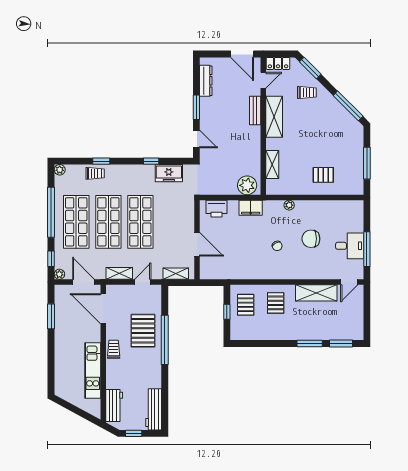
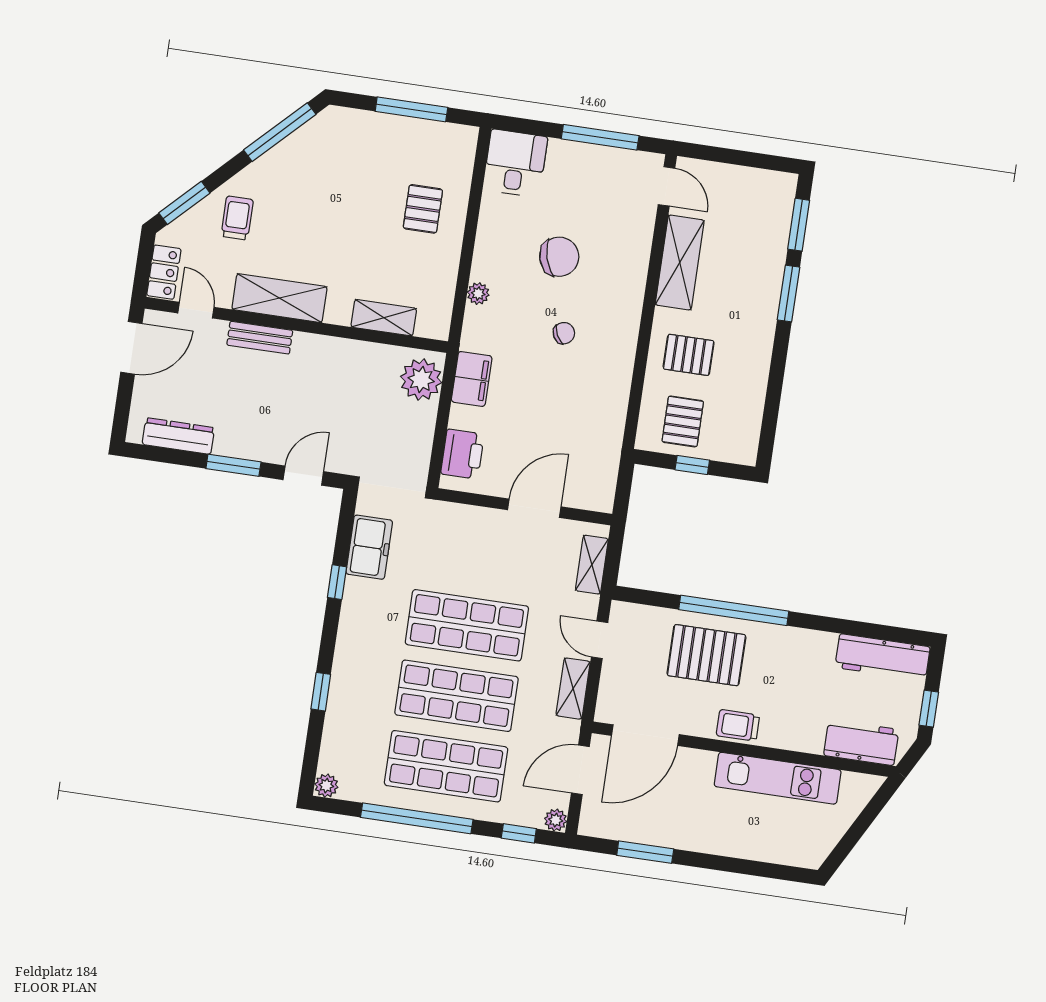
trolley: (95, 173) -> (346, 709), removed
chair: (311, 239) -> (559, 257), turned -106
desk: (350, 246) -> (515, 163), moved
pallet: (246, 305) -> (683, 421), turned 90

